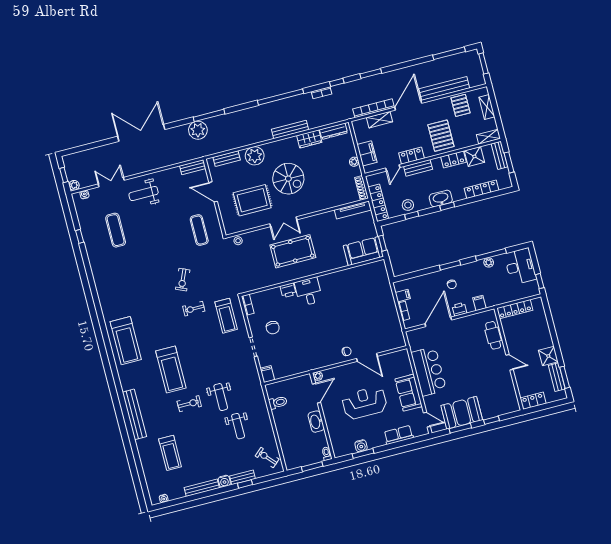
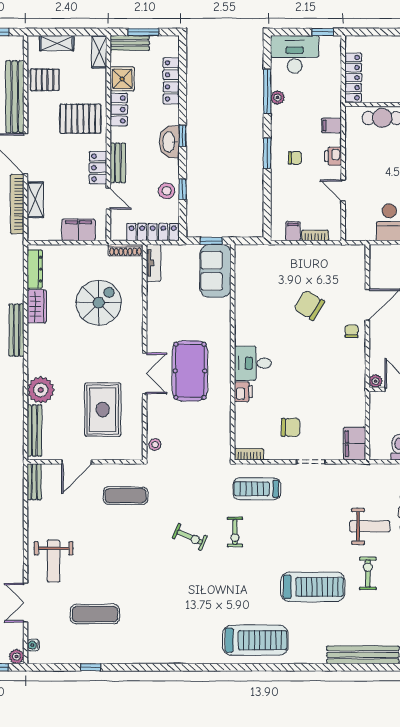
bench: (227, 159) -> (34, 431), width x1.36
plant: (354, 162) -> (86, 251), removed
spiral stairs: (288, 179) -> (99, 303), moved
tv unit: (353, 210) -> (153, 263), width x0.71
treadmill: (226, 316) -> (257, 489), turned 180
chair: (357, 319) -> (309, 305), added
door: (438, 322) -> (343, 191), width x0.53
filing cabinet: (267, 374) -> (355, 444), width x2.00

